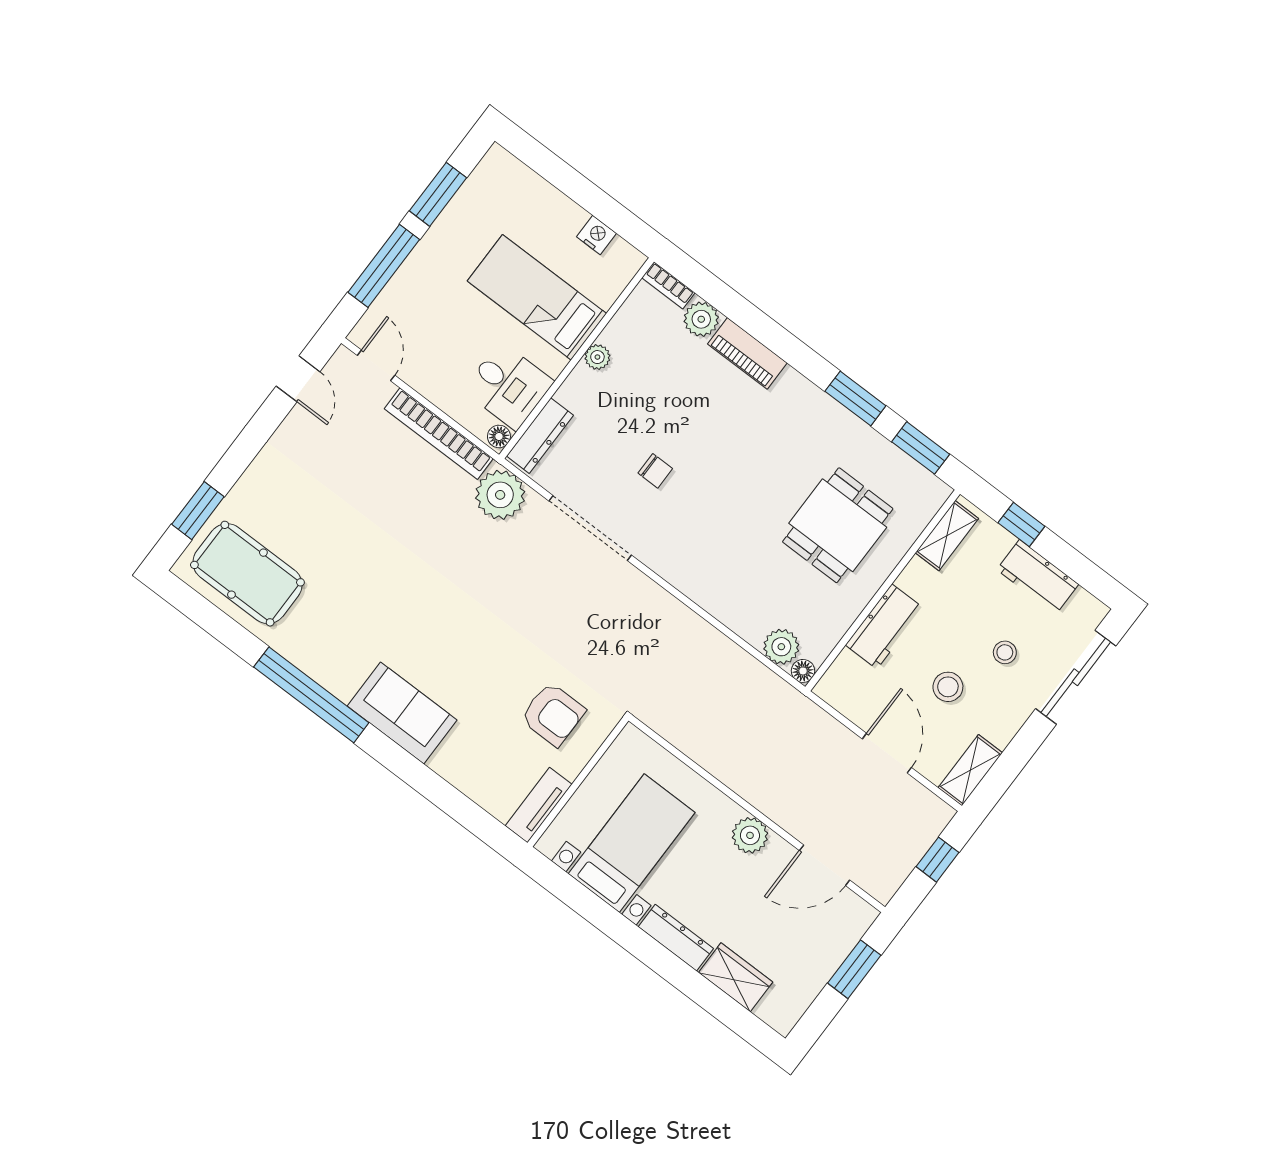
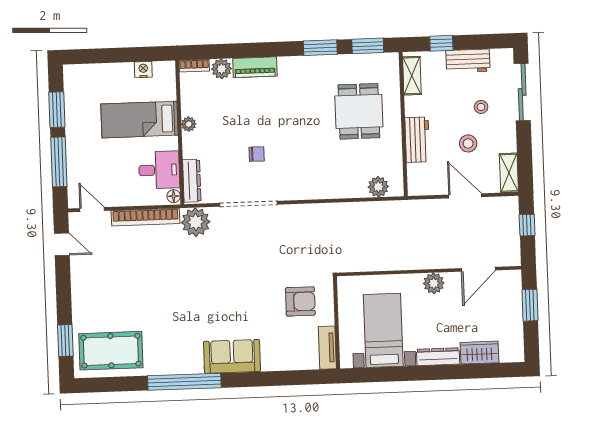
floor lamp: (803, 671) -> (397, 190), removed

